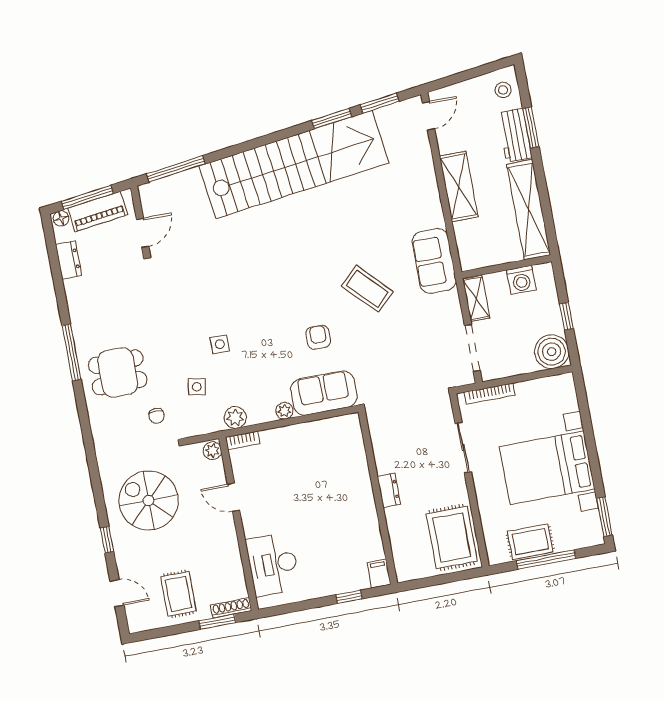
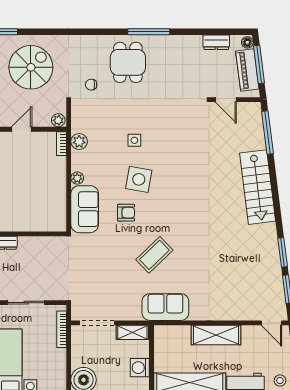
stairs: (294, 164) -> (258, 187), width x0.54, depth x0.66
side table: (197, 387) -> (139, 179), moved, width x1.87, depth x1.87

